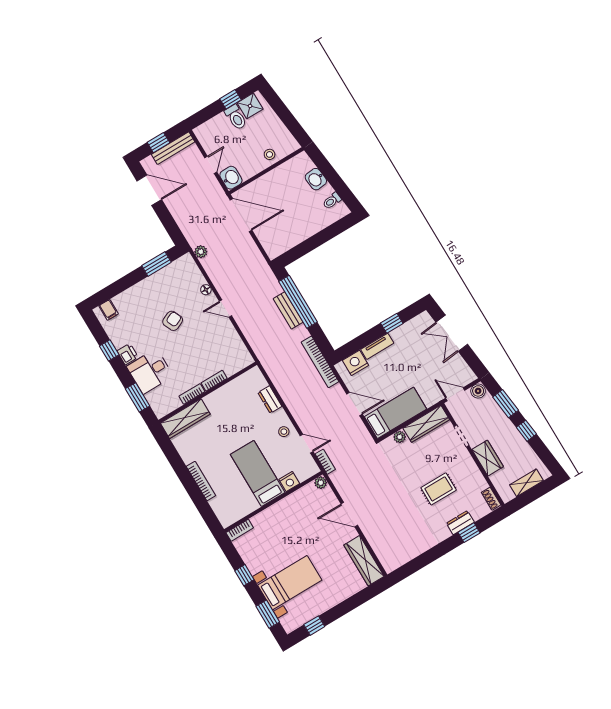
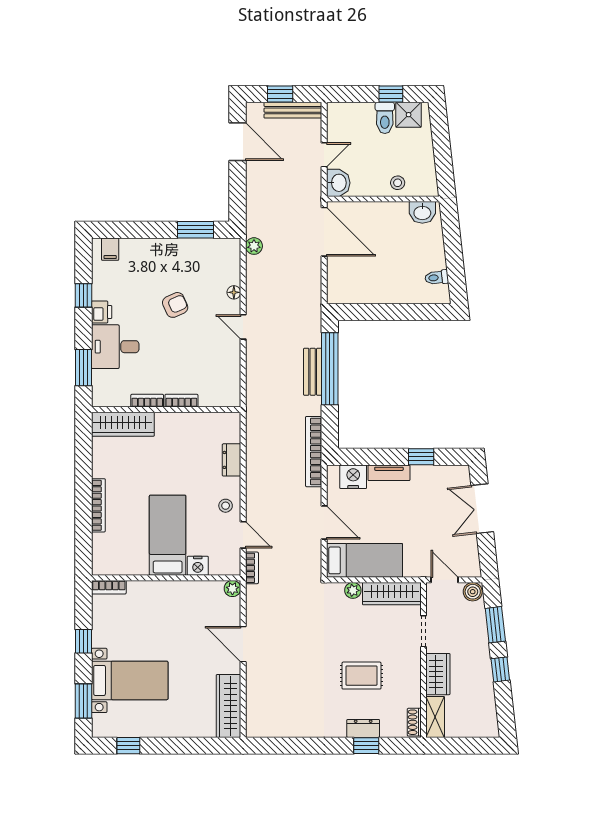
washbasin: (316, 179) -> (422, 212), moved, turned -84
shelving: (526, 483) -> (435, 717), moved, turned 90

